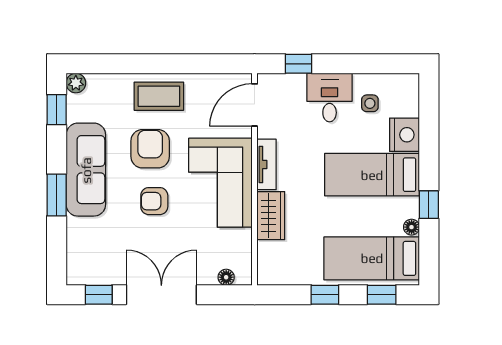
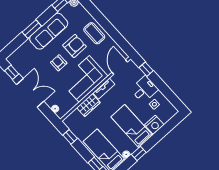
door: (255, 105) -> (120, 67), hinge flipped
window: (325, 295) -> (70, 137), moved

